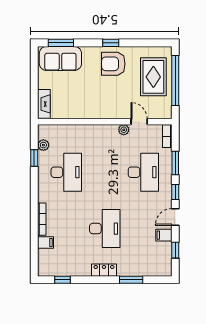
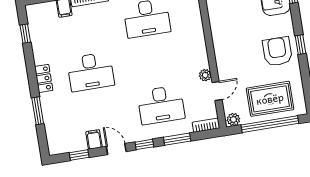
plant: (166, 111) -> (233, 119), added

